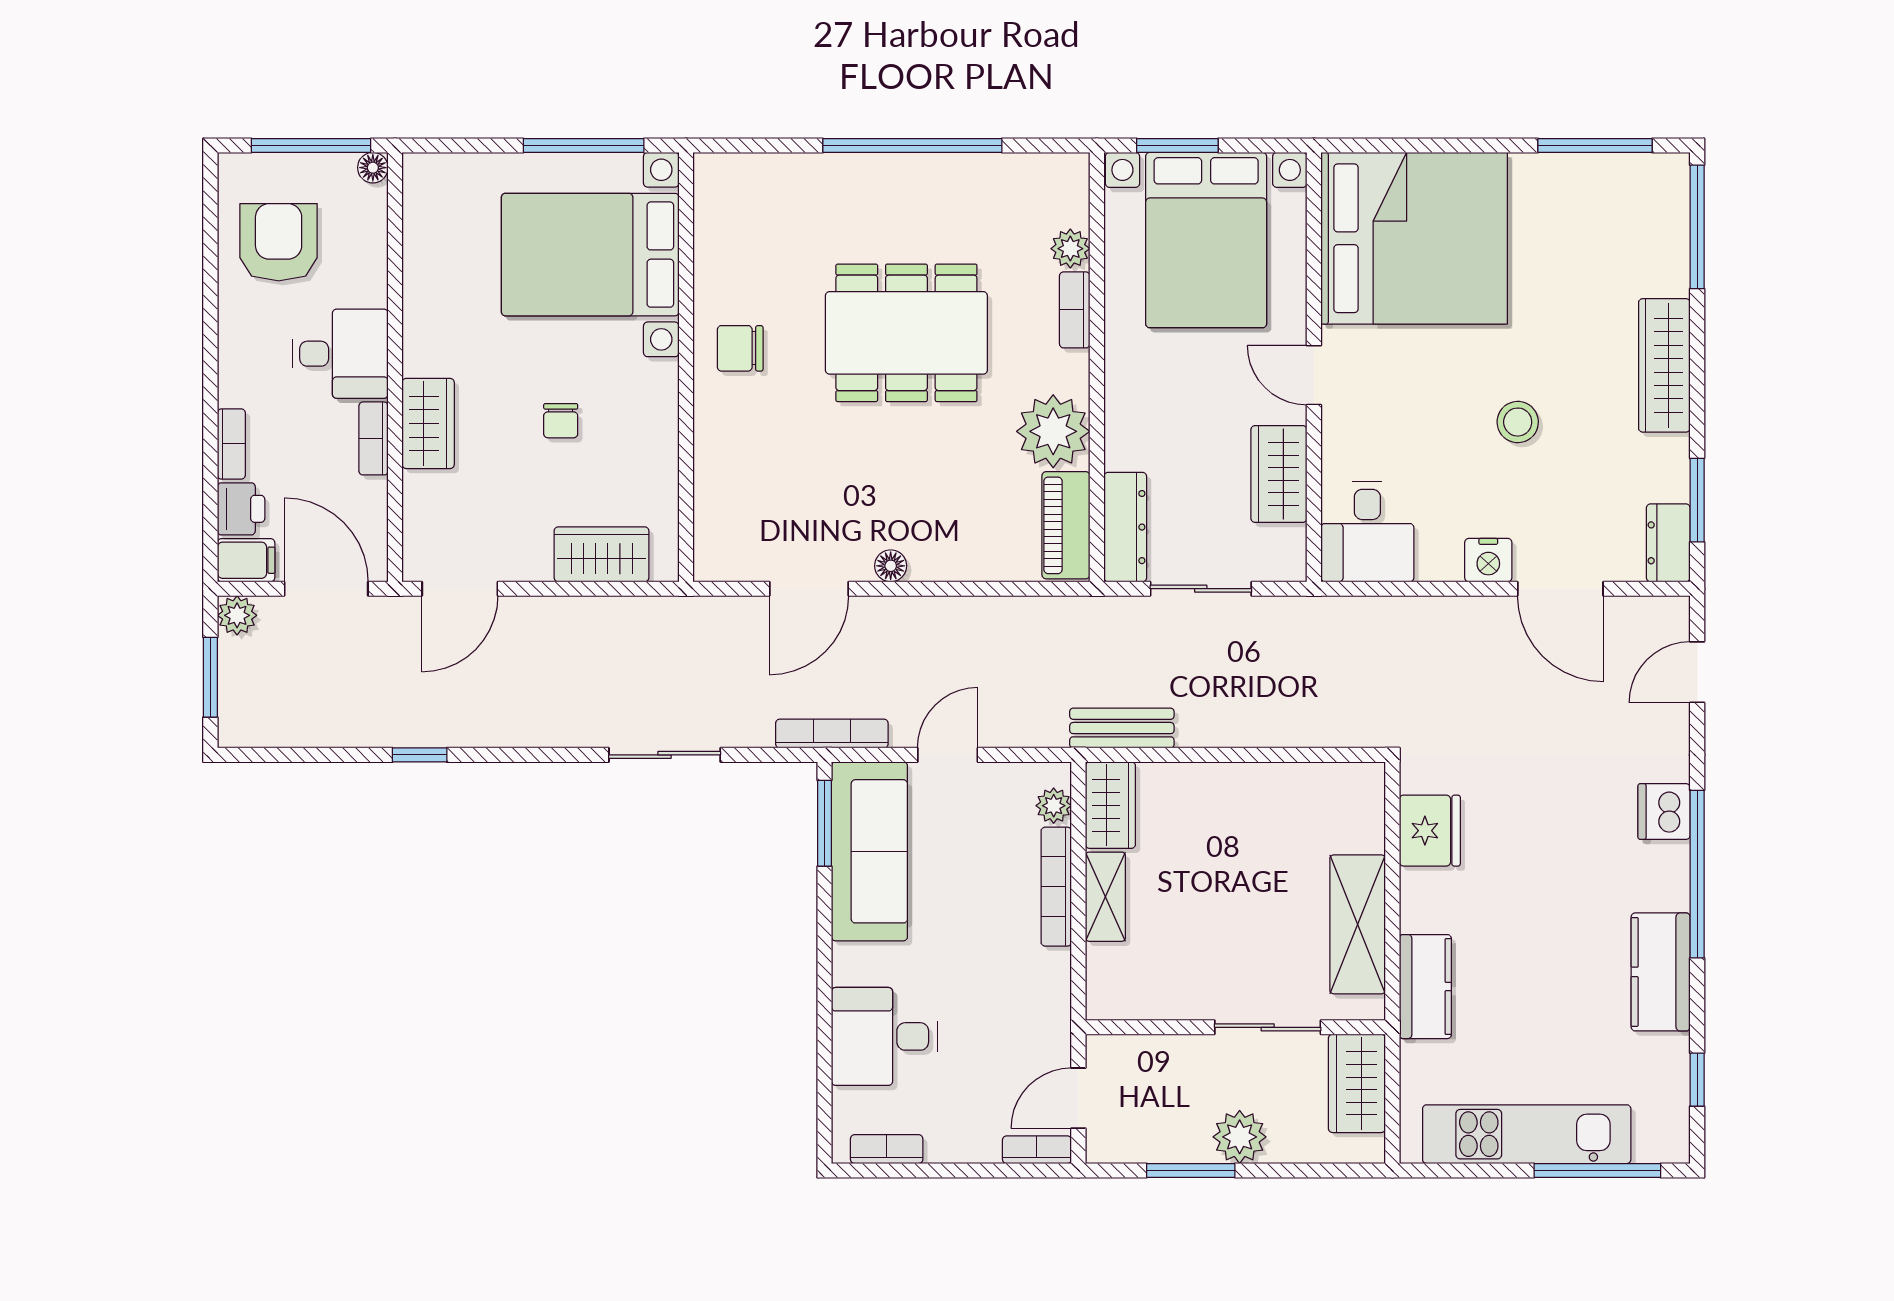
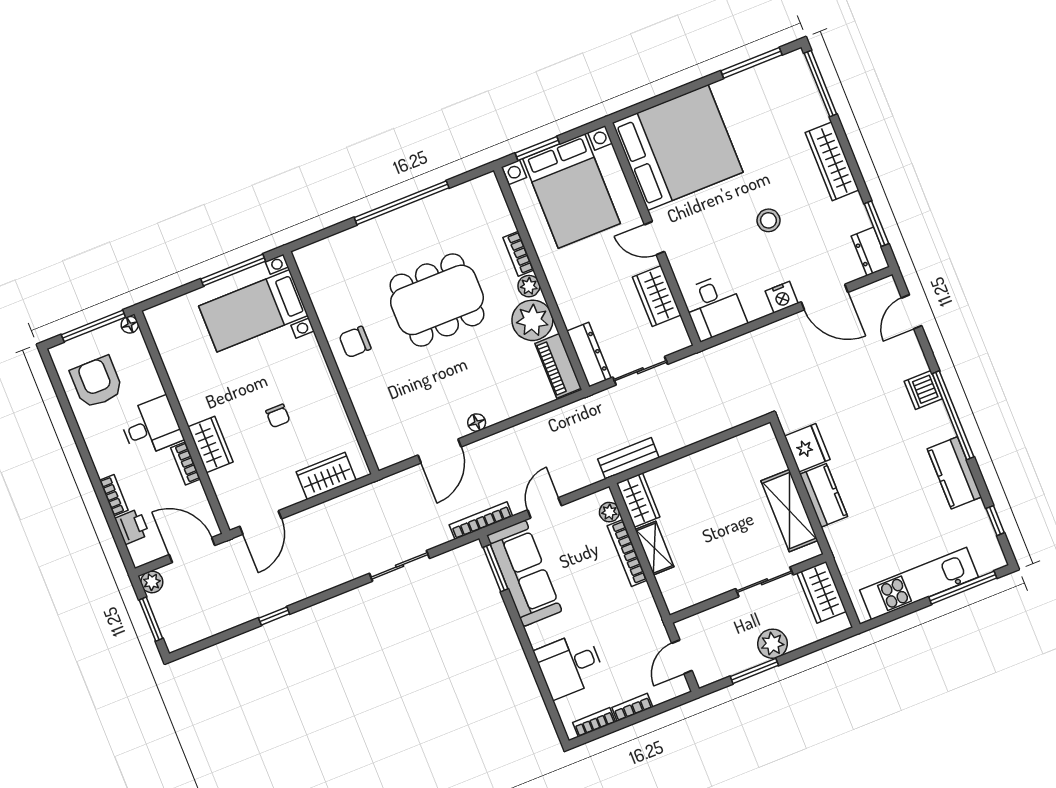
plant: (1070, 249) -> (529, 286), moved
bed with nightstands: (590, 255) -> (253, 311), width x0.73
filing cabinet: (246, 560) -> (145, 552), removed
kitchen counter: (1425, 987) -> (824, 495), moved
bookcase: (1037, 1150) -> (632, 707), moved

